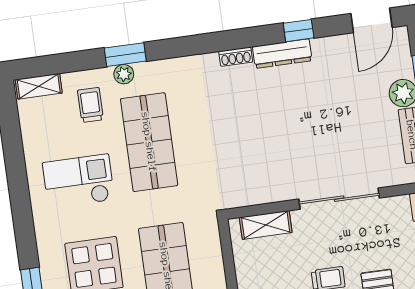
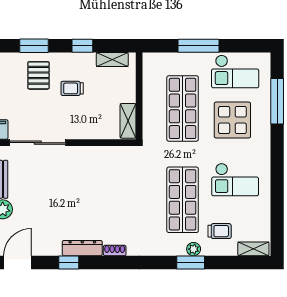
trolley: (90, 105) -> (220, 231), turned -90
sliding door: (339, 199) -> (38, 143), moved
shelving: (266, 225) -> (128, 121), moved, turned 90

